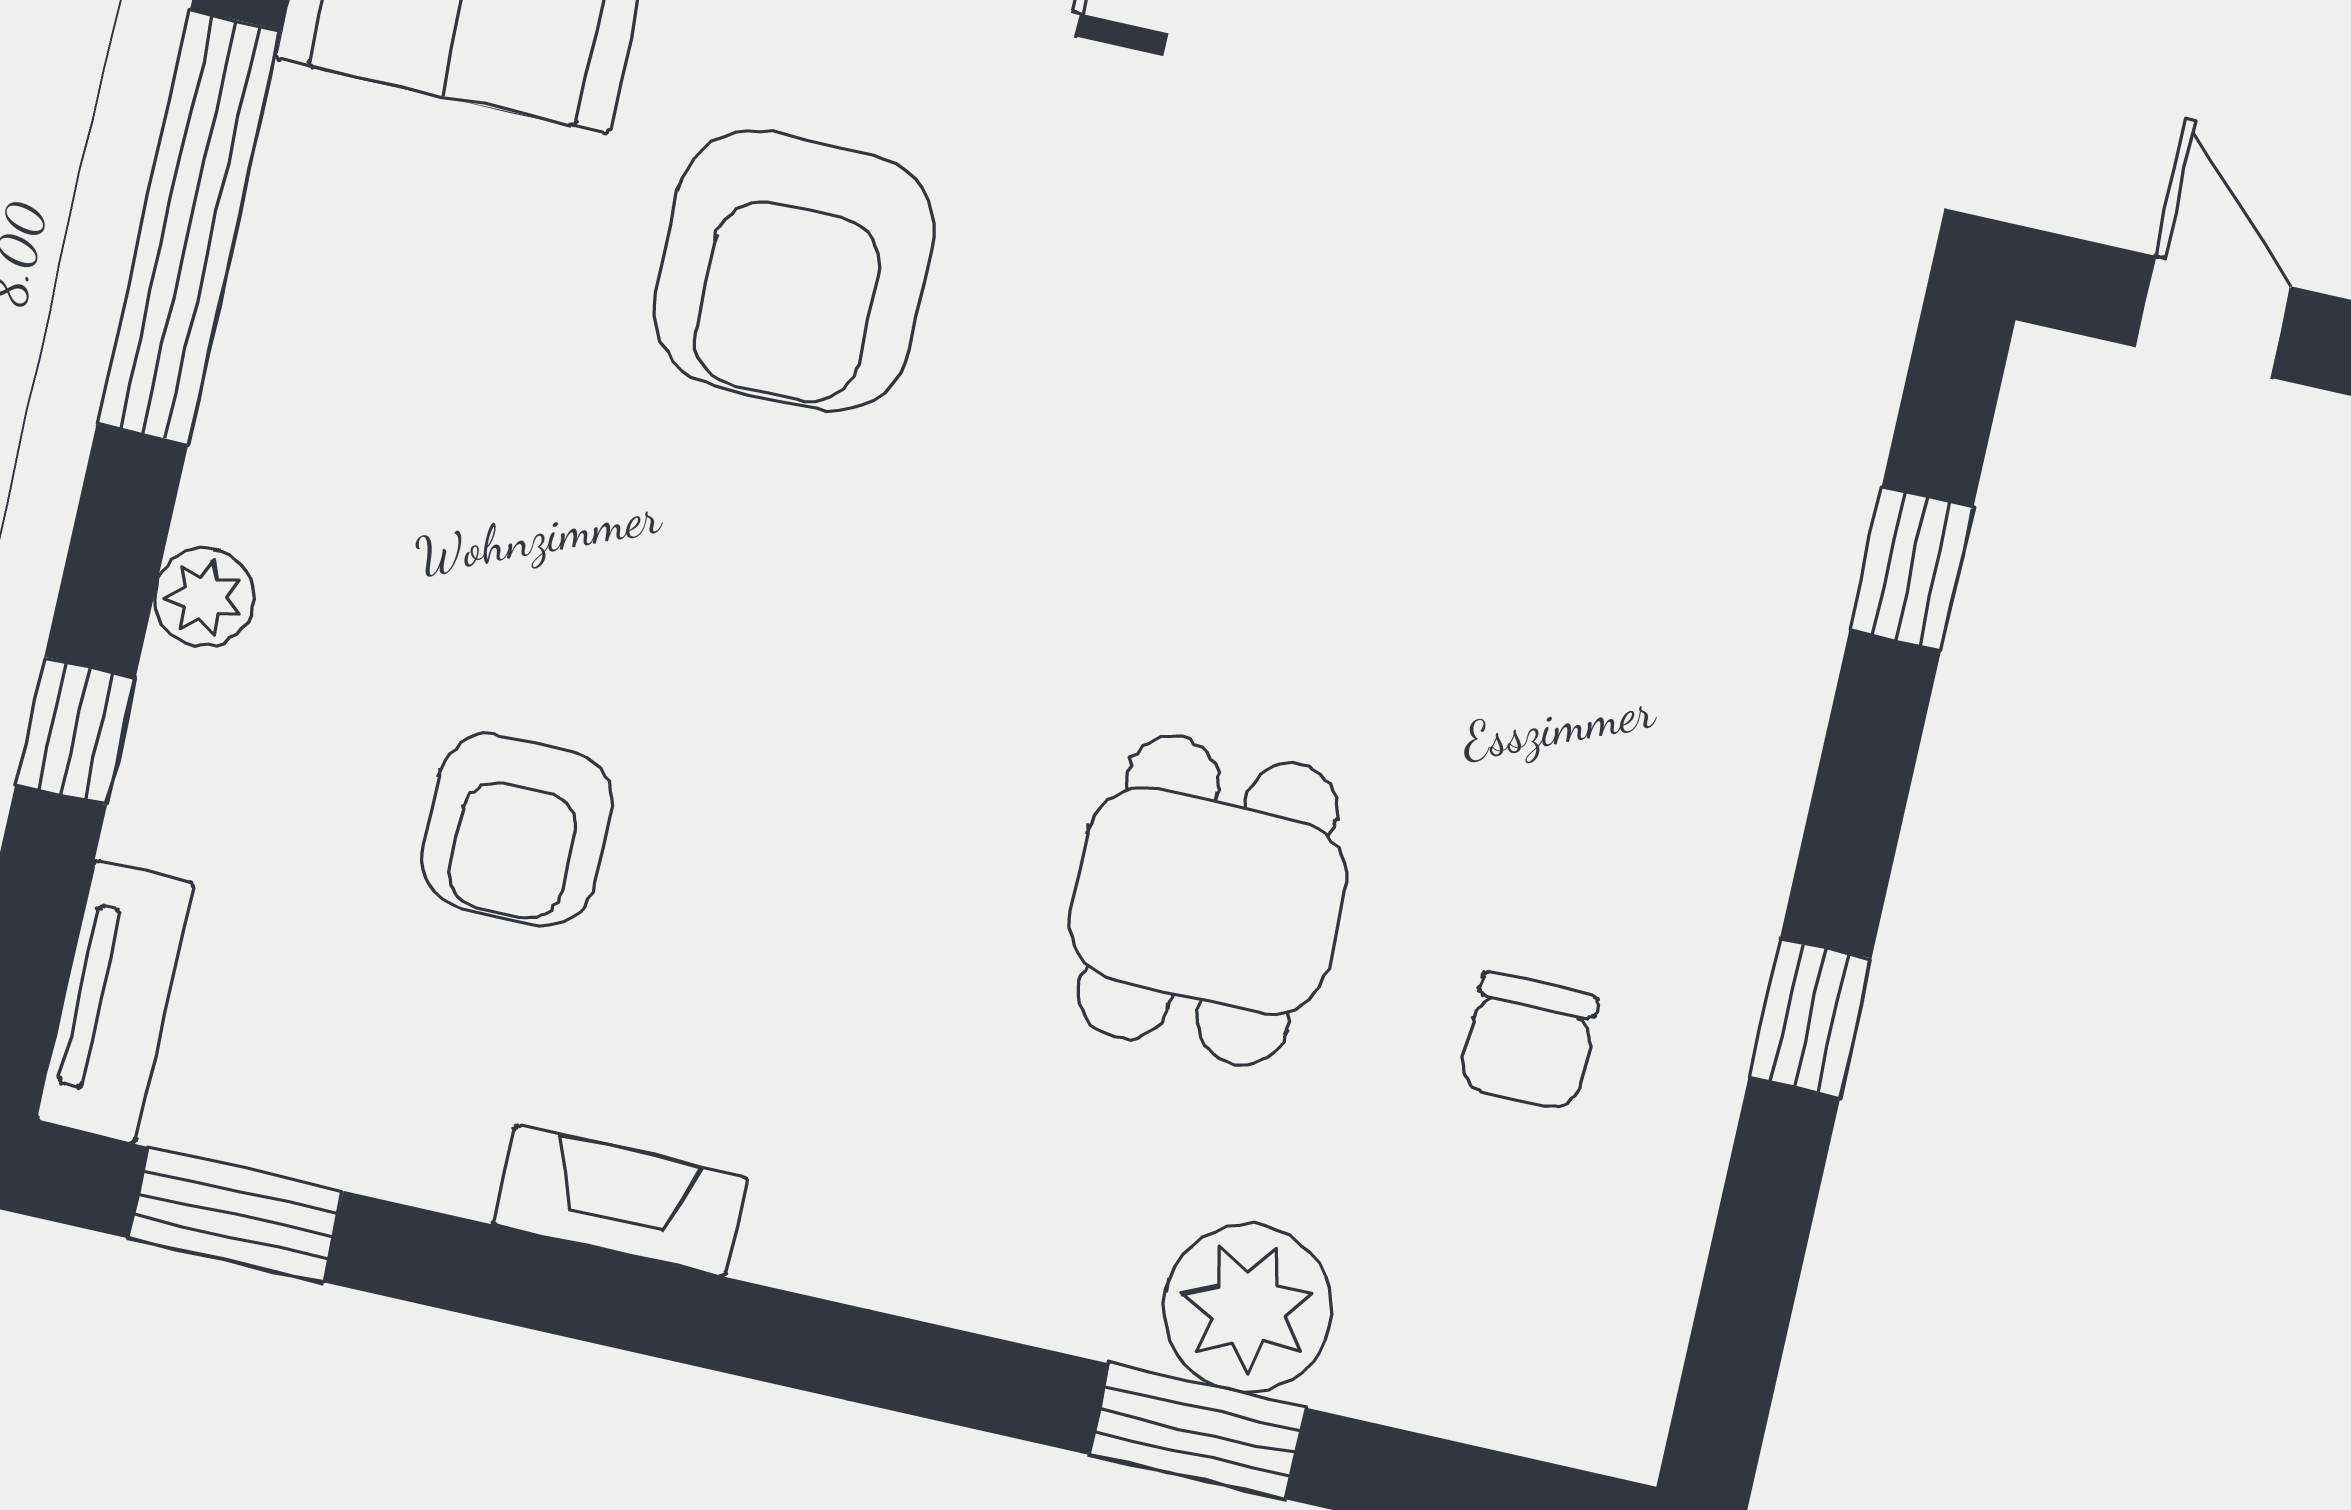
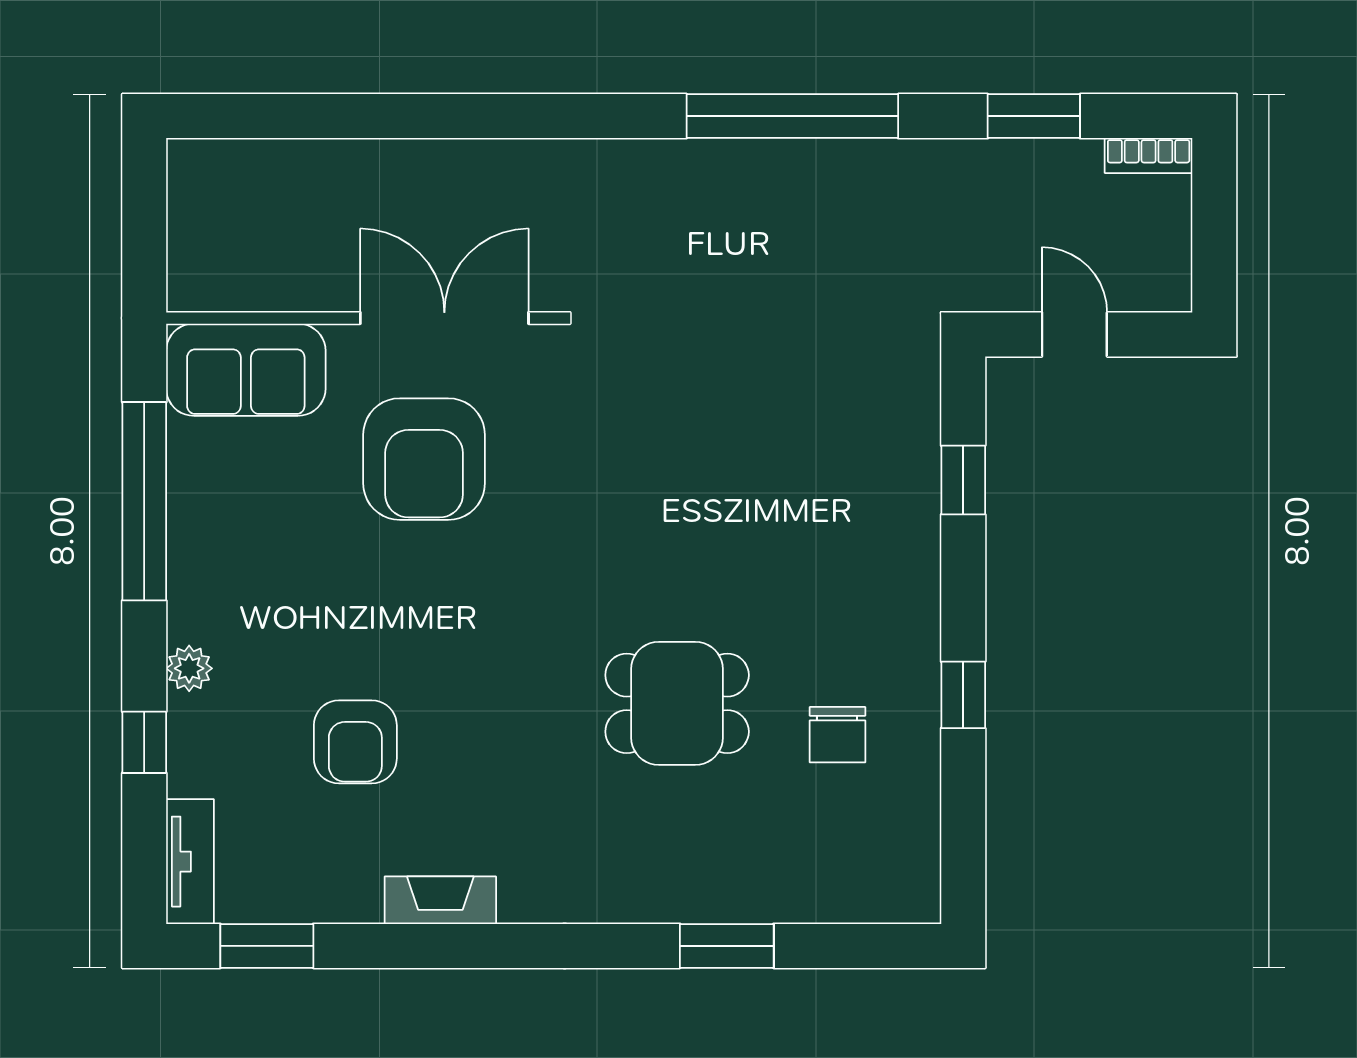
dining table: (1208, 901) -> (677, 703), turned 90
plant: (1247, 1309) -> (737, 885), removed

